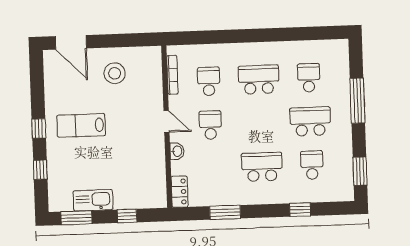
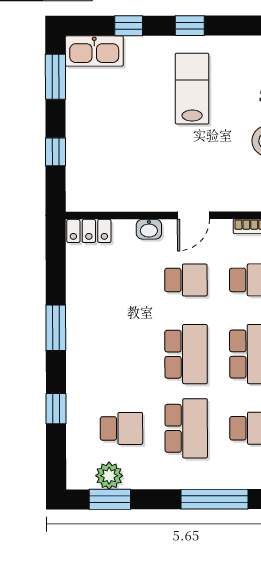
school desk: (262, 167) -> (186, 354), moved
plant: (344, 172) -> (109, 476), added
kitchen sink: (93, 200) -> (94, 51), moved, turned 90
window: (225, 212) -> (56, 328), moved

